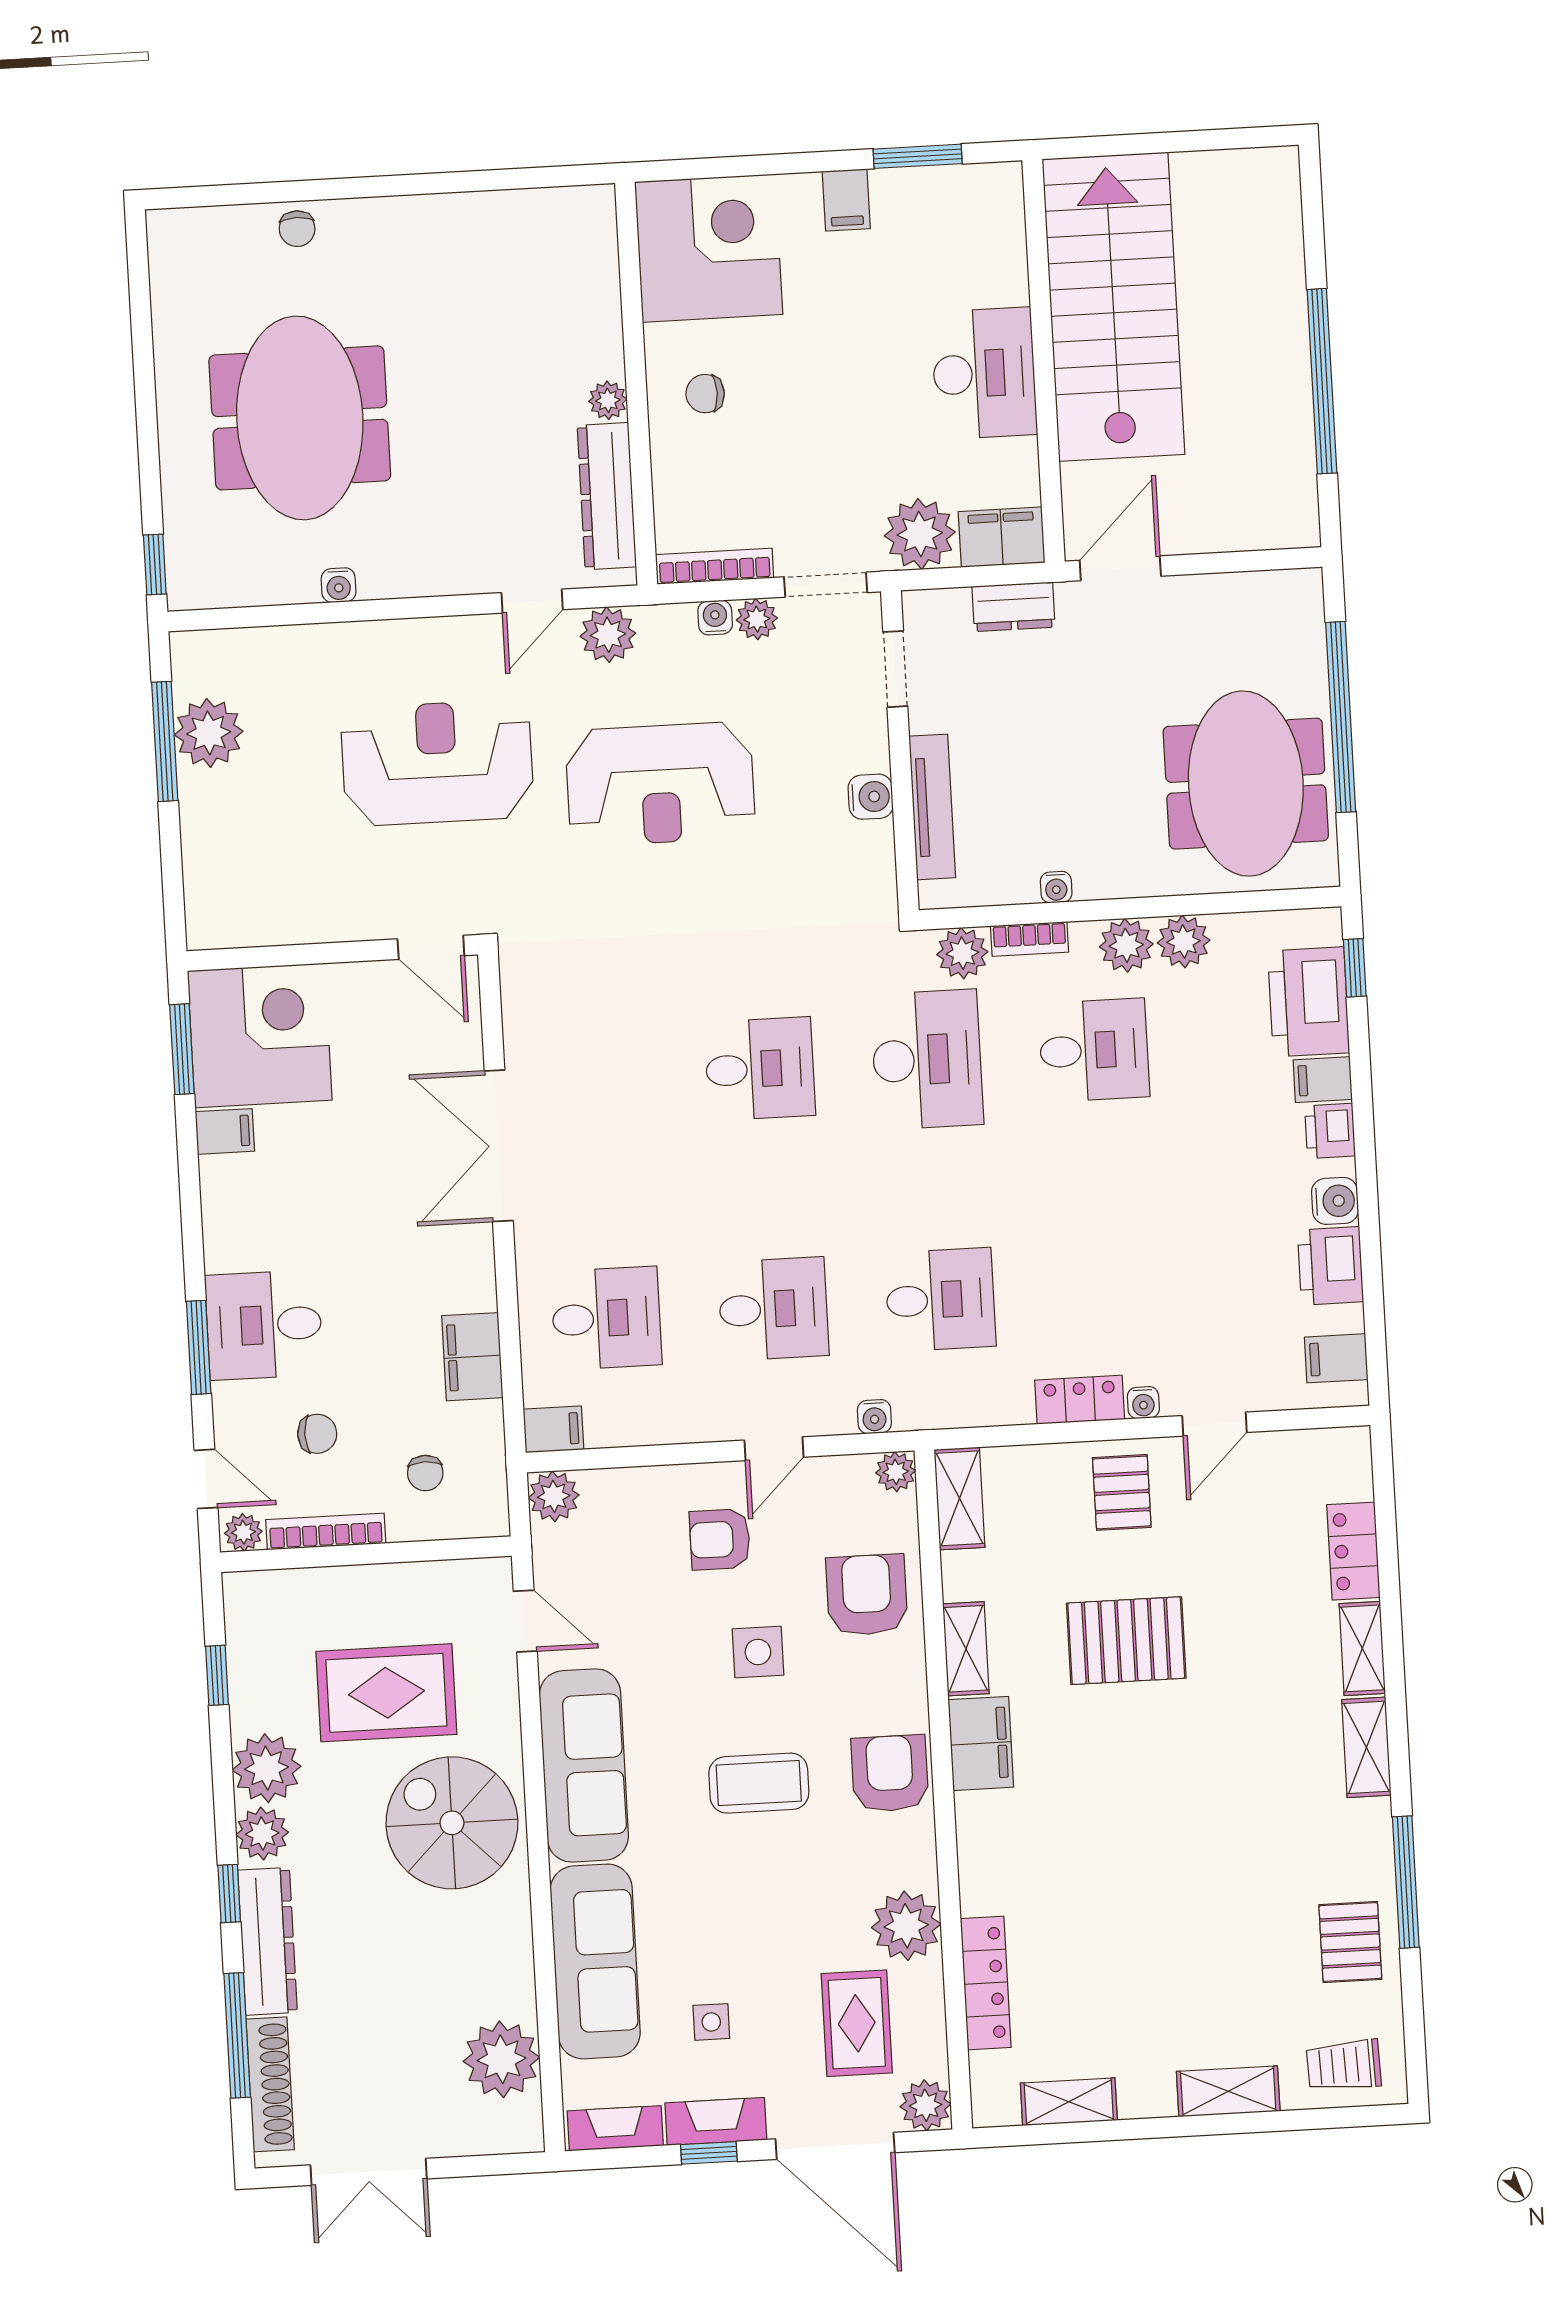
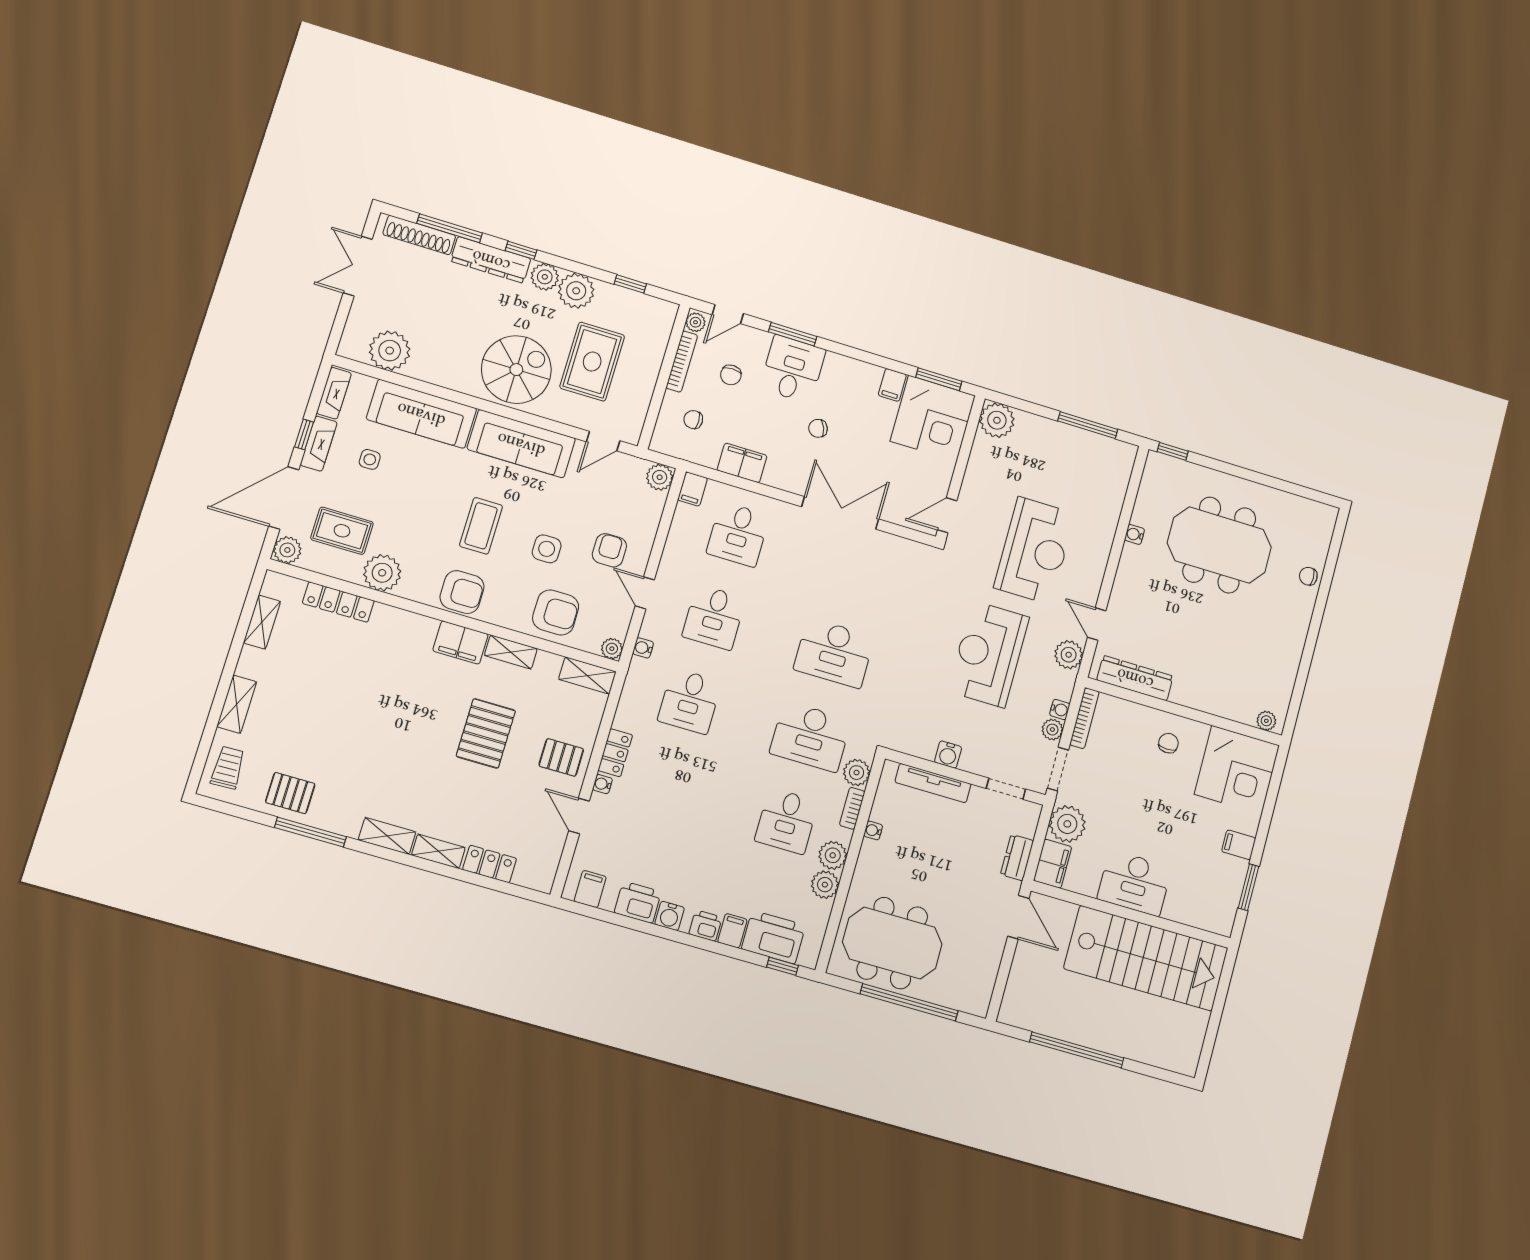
plant: (608, 400) -> (1266, 721), moved
plant: (209, 733) -> (997, 420), moved
desk: (760, 1069) -> (834, 653), width x1.37
chair: (357, 1240) -> (818, 428), added

